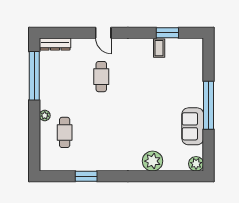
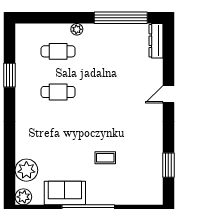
coffee table: (159, 48) -> (105, 158), moved
cafe table: (101, 77) -> (58, 92), moved
plant: (152, 161) -> (26, 170), moved

